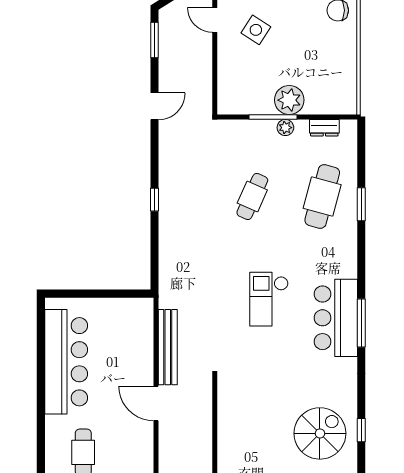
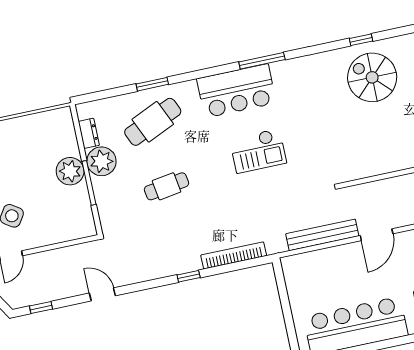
window: (154, 40) -> (41, 308), width x0.67
plant: (285, 128) -> (101, 161), width x1.87, depth x1.87
cafe table: (252, 197) -> (166, 186), turned -33
cafe table: (322, 197) -> (153, 122), turned -39
bookcase: (166, 251) -> (234, 255), added
bar counter: (336, 318) -> (236, 91), moved

